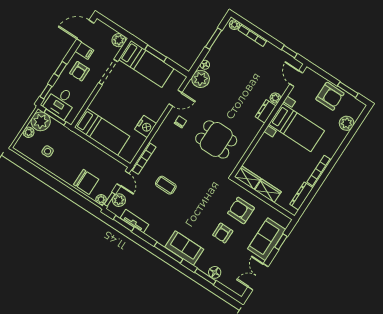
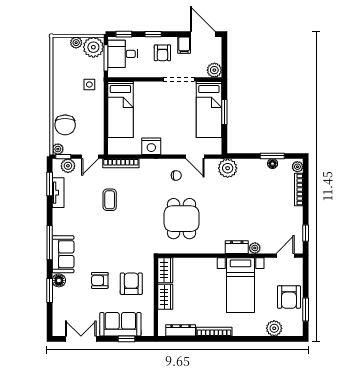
floor lamp: (205, 65) -> (273, 164), moved
armchair: (80, 71) -> (162, 53), turned -90
side table: (48, 151) -> (89, 84), moved
floor lamp: (215, 272) -> (59, 280), moved

